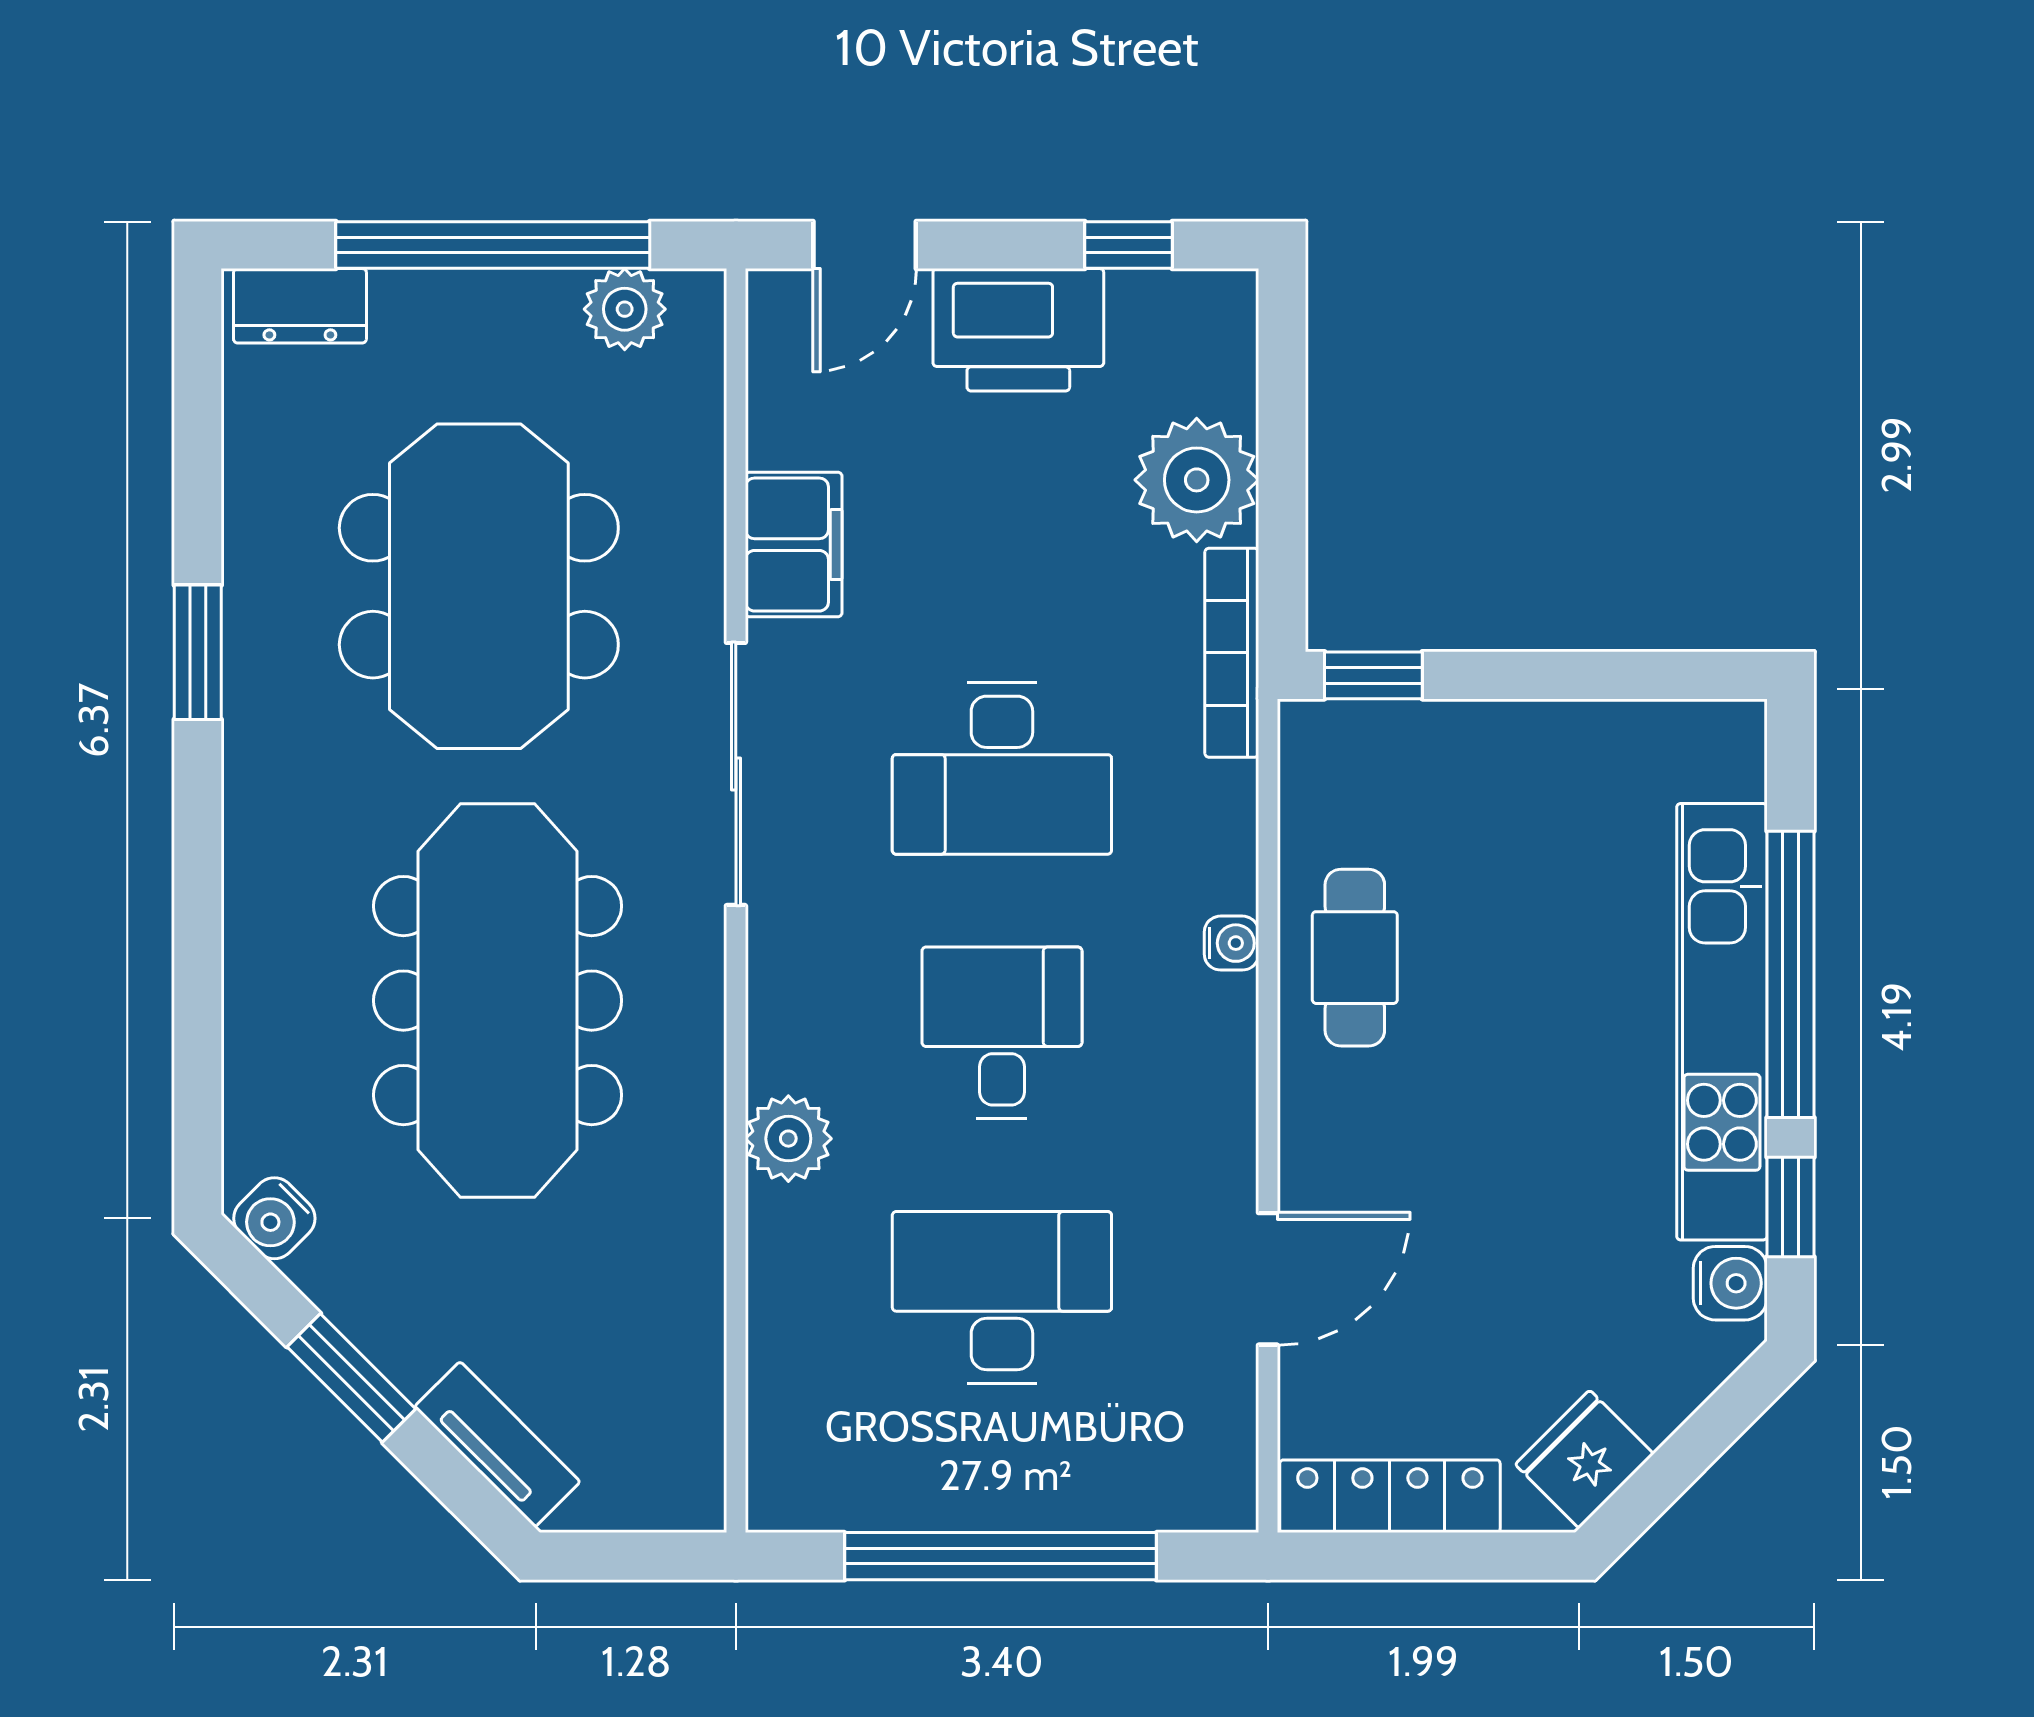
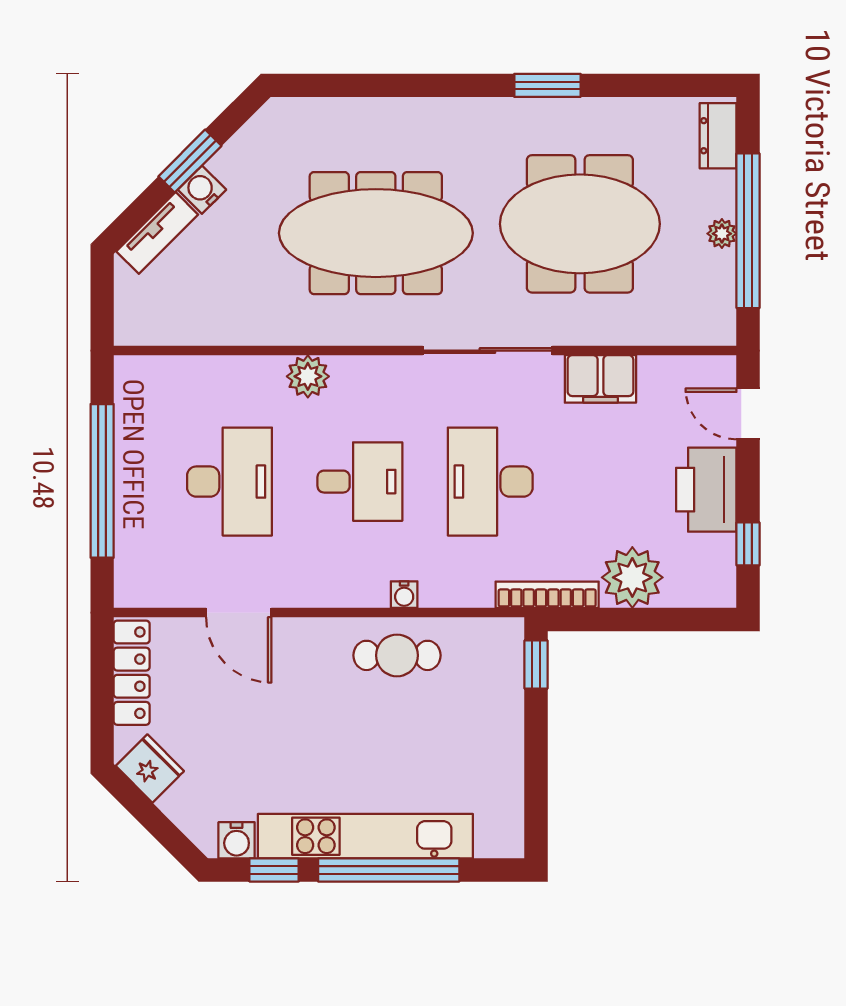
plant: (625, 309) -> (722, 234), moved, width x0.73, depth x0.73
water cooler: (274, 1218) -> (202, 190), moved

